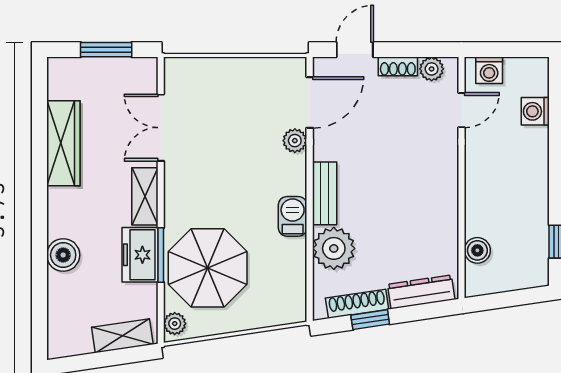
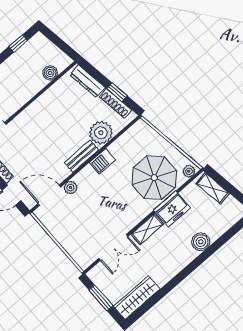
wardrobe: (63, 143) -> (137, 297), moved

